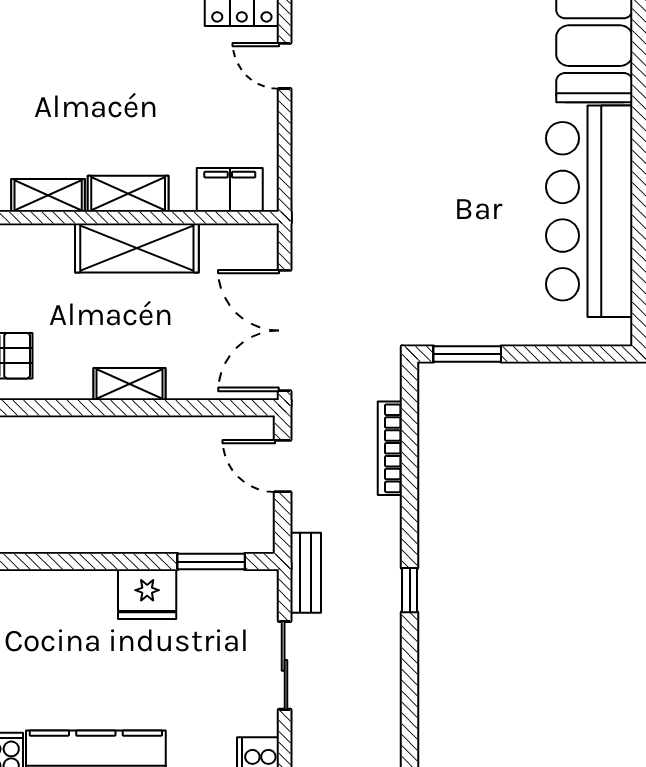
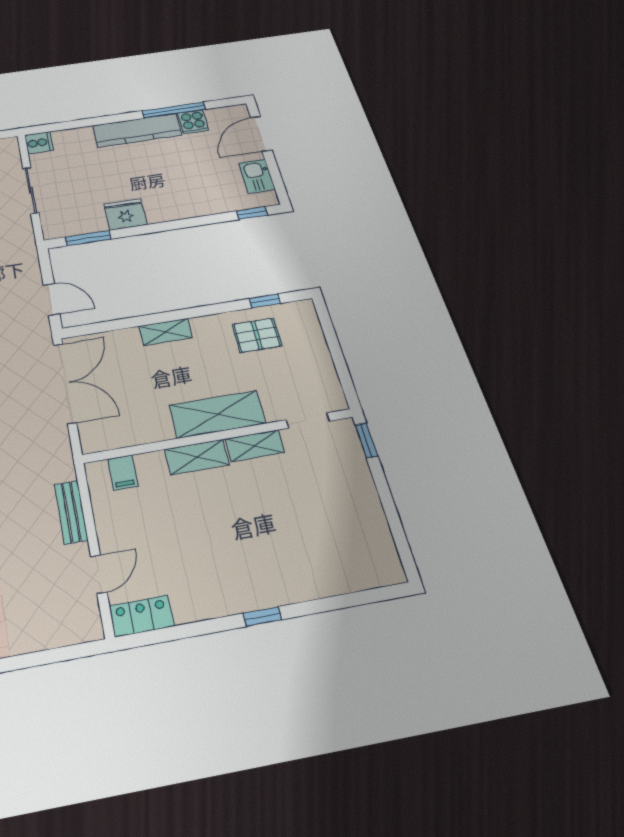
door: (285, 66) -> (99, 574), hinge flipped
filing cabinet: (230, 190) -> (123, 473), width x0.50
shelving: (137, 248) -> (217, 414), moved
bench: (306, 573) -> (71, 512), moved

